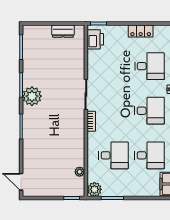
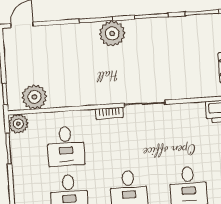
plant: (32, 96) -> (112, 33), moved
plant: (80, 172) -> (34, 97), width x1.88, depth x1.88

